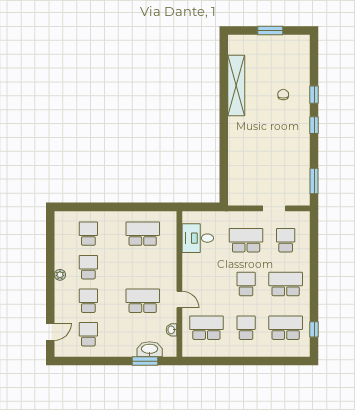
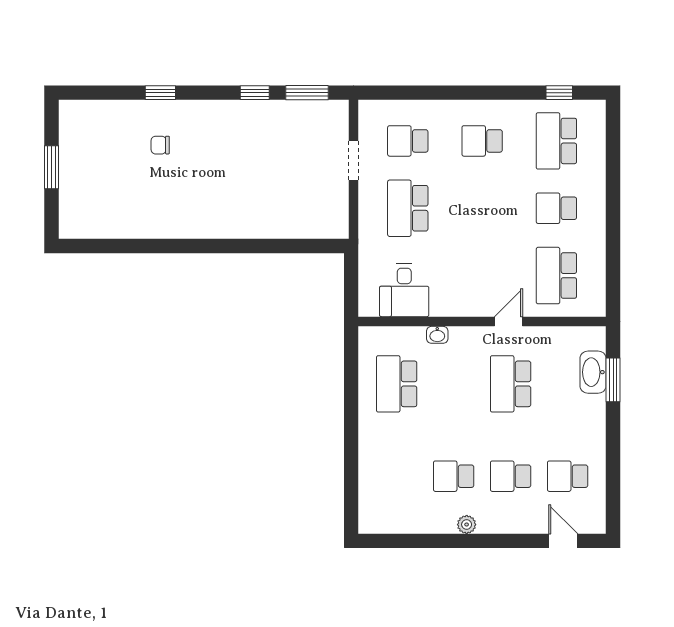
shelving: (236, 86) -> (145, 225), removed
window: (314, 125) -> (255, 93), moved
school desk: (88, 234) -> (397, 476), removed
school desk: (246, 284) -> (482, 208), removed
school desk: (286, 284) -> (482, 141), width x0.54
washbasin: (172, 330) -> (437, 335), moved

